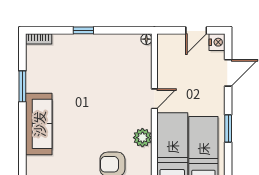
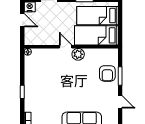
plant: (142, 138) -> (78, 54), moved

